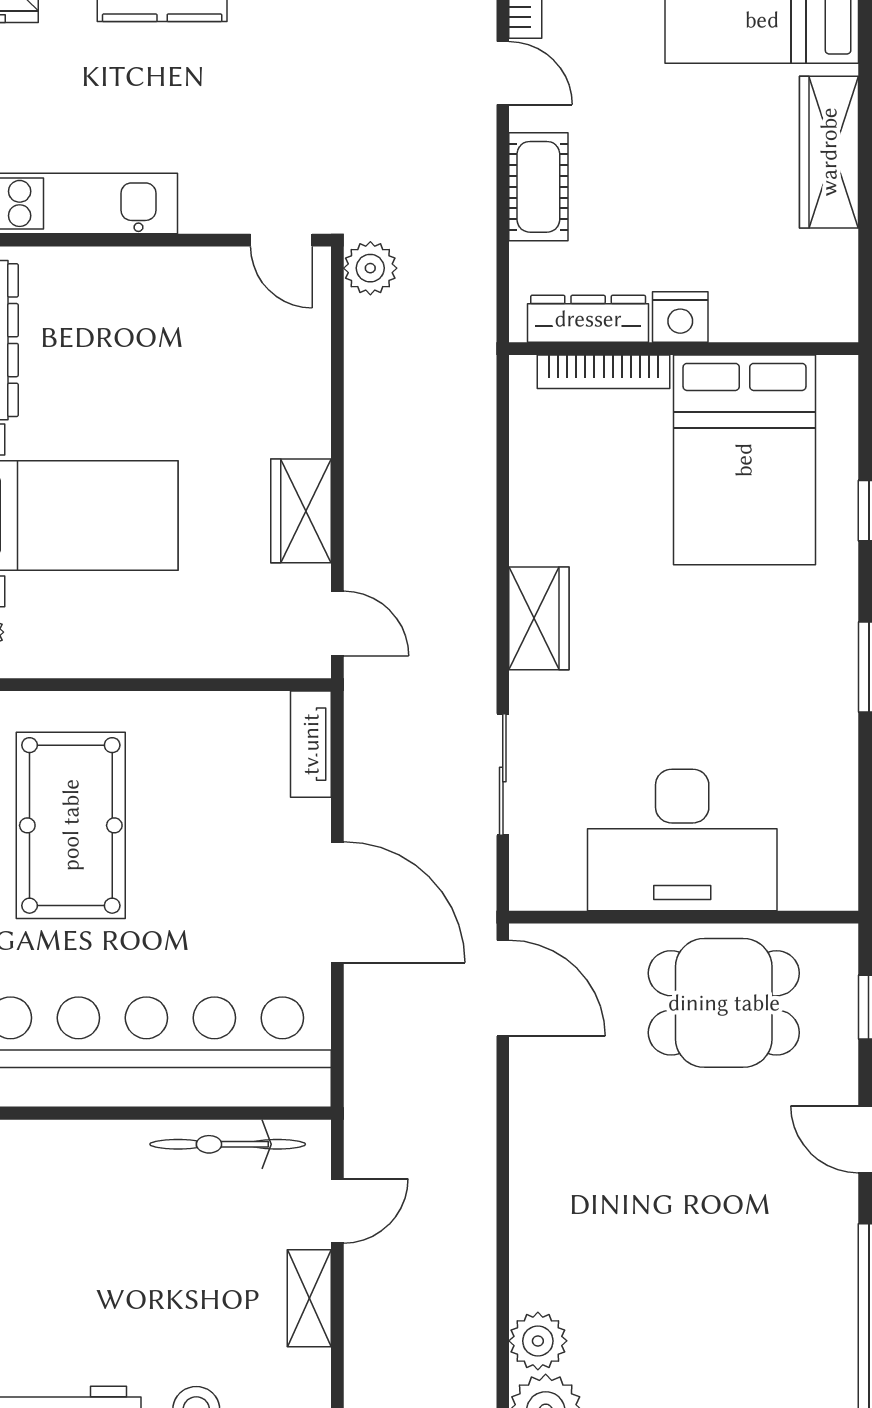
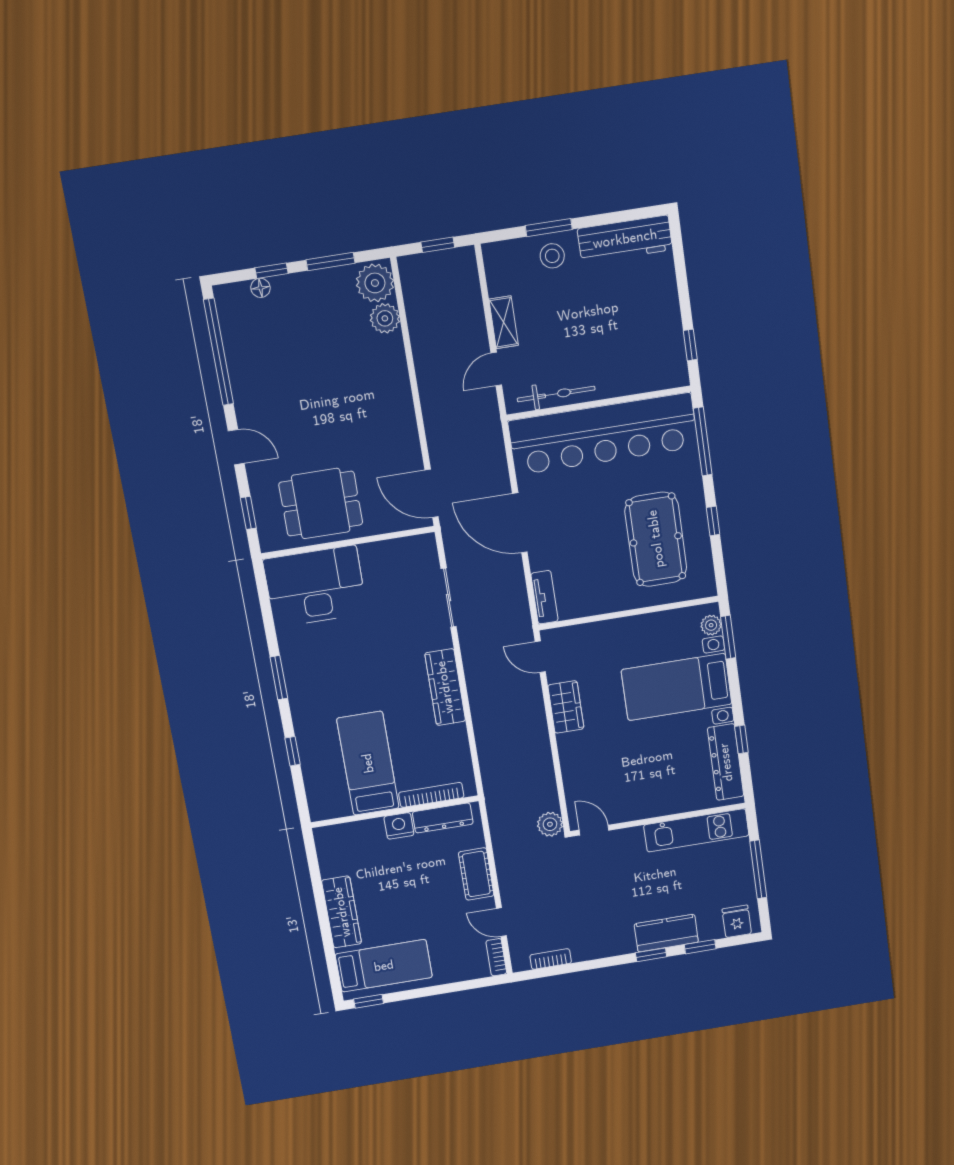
bed: (744, 460) -> (368, 763), width x0.67
wardrobe: (539, 618) -> (445, 687), width x1.50
desk: (682, 840) -> (315, 586), moved

